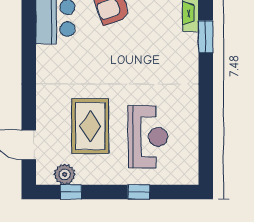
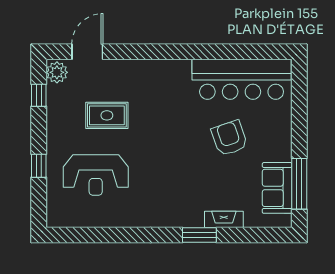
rug: (90, 126) -> (107, 115), width x0.73, depth x0.70
plant: (65, 174) -> (57, 72), moved

